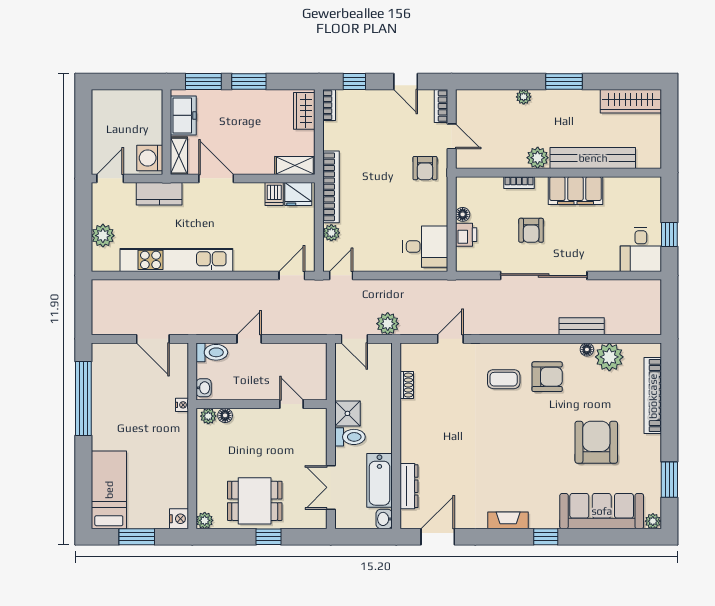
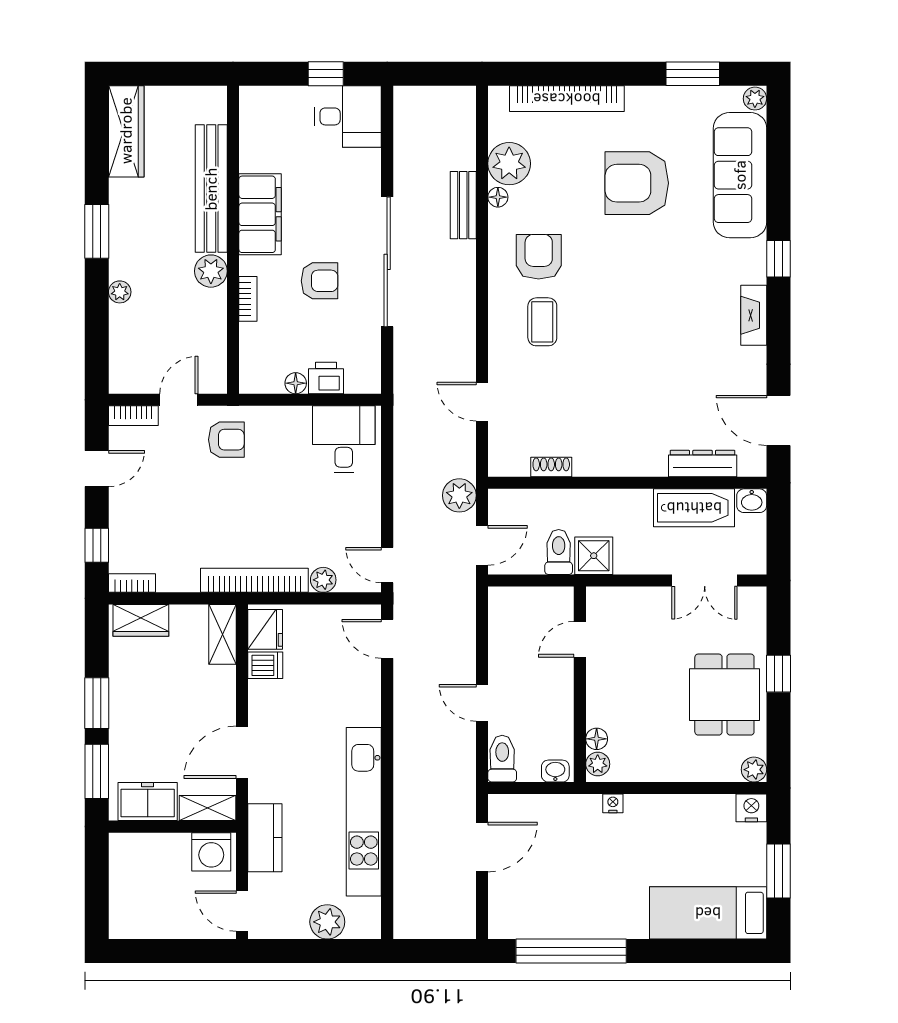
nightstand: (182, 405) -> (613, 803), moved
toilet: (350, 437) -> (559, 552), moved

